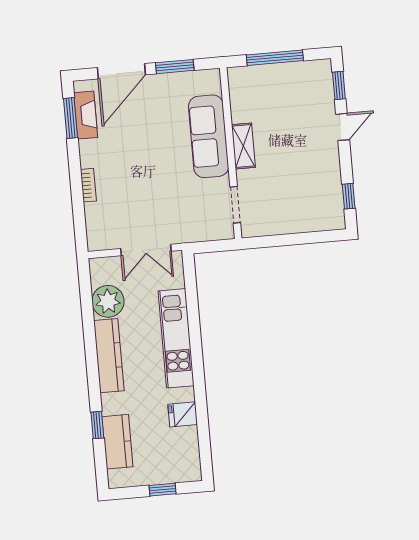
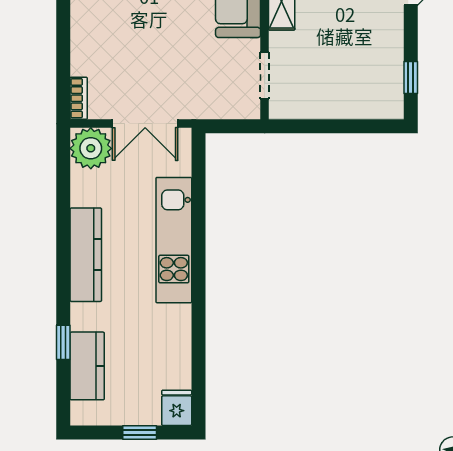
bookcase: (88, 185) -> (79, 98), moved
plant: (108, 301) -> (91, 148), moved
fridge: (183, 414) -> (177, 408), moved, turned 90

